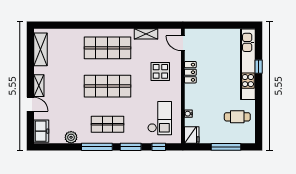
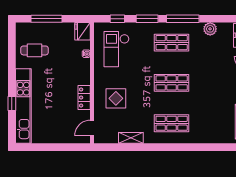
door: (183, 43) -> (92, 128), swing flipped
shop shelf: (107, 48) -> (172, 123), width x0.70, depth x0.74
shop shelf: (107, 86) -> (172, 83), width x0.70, depth x0.74

